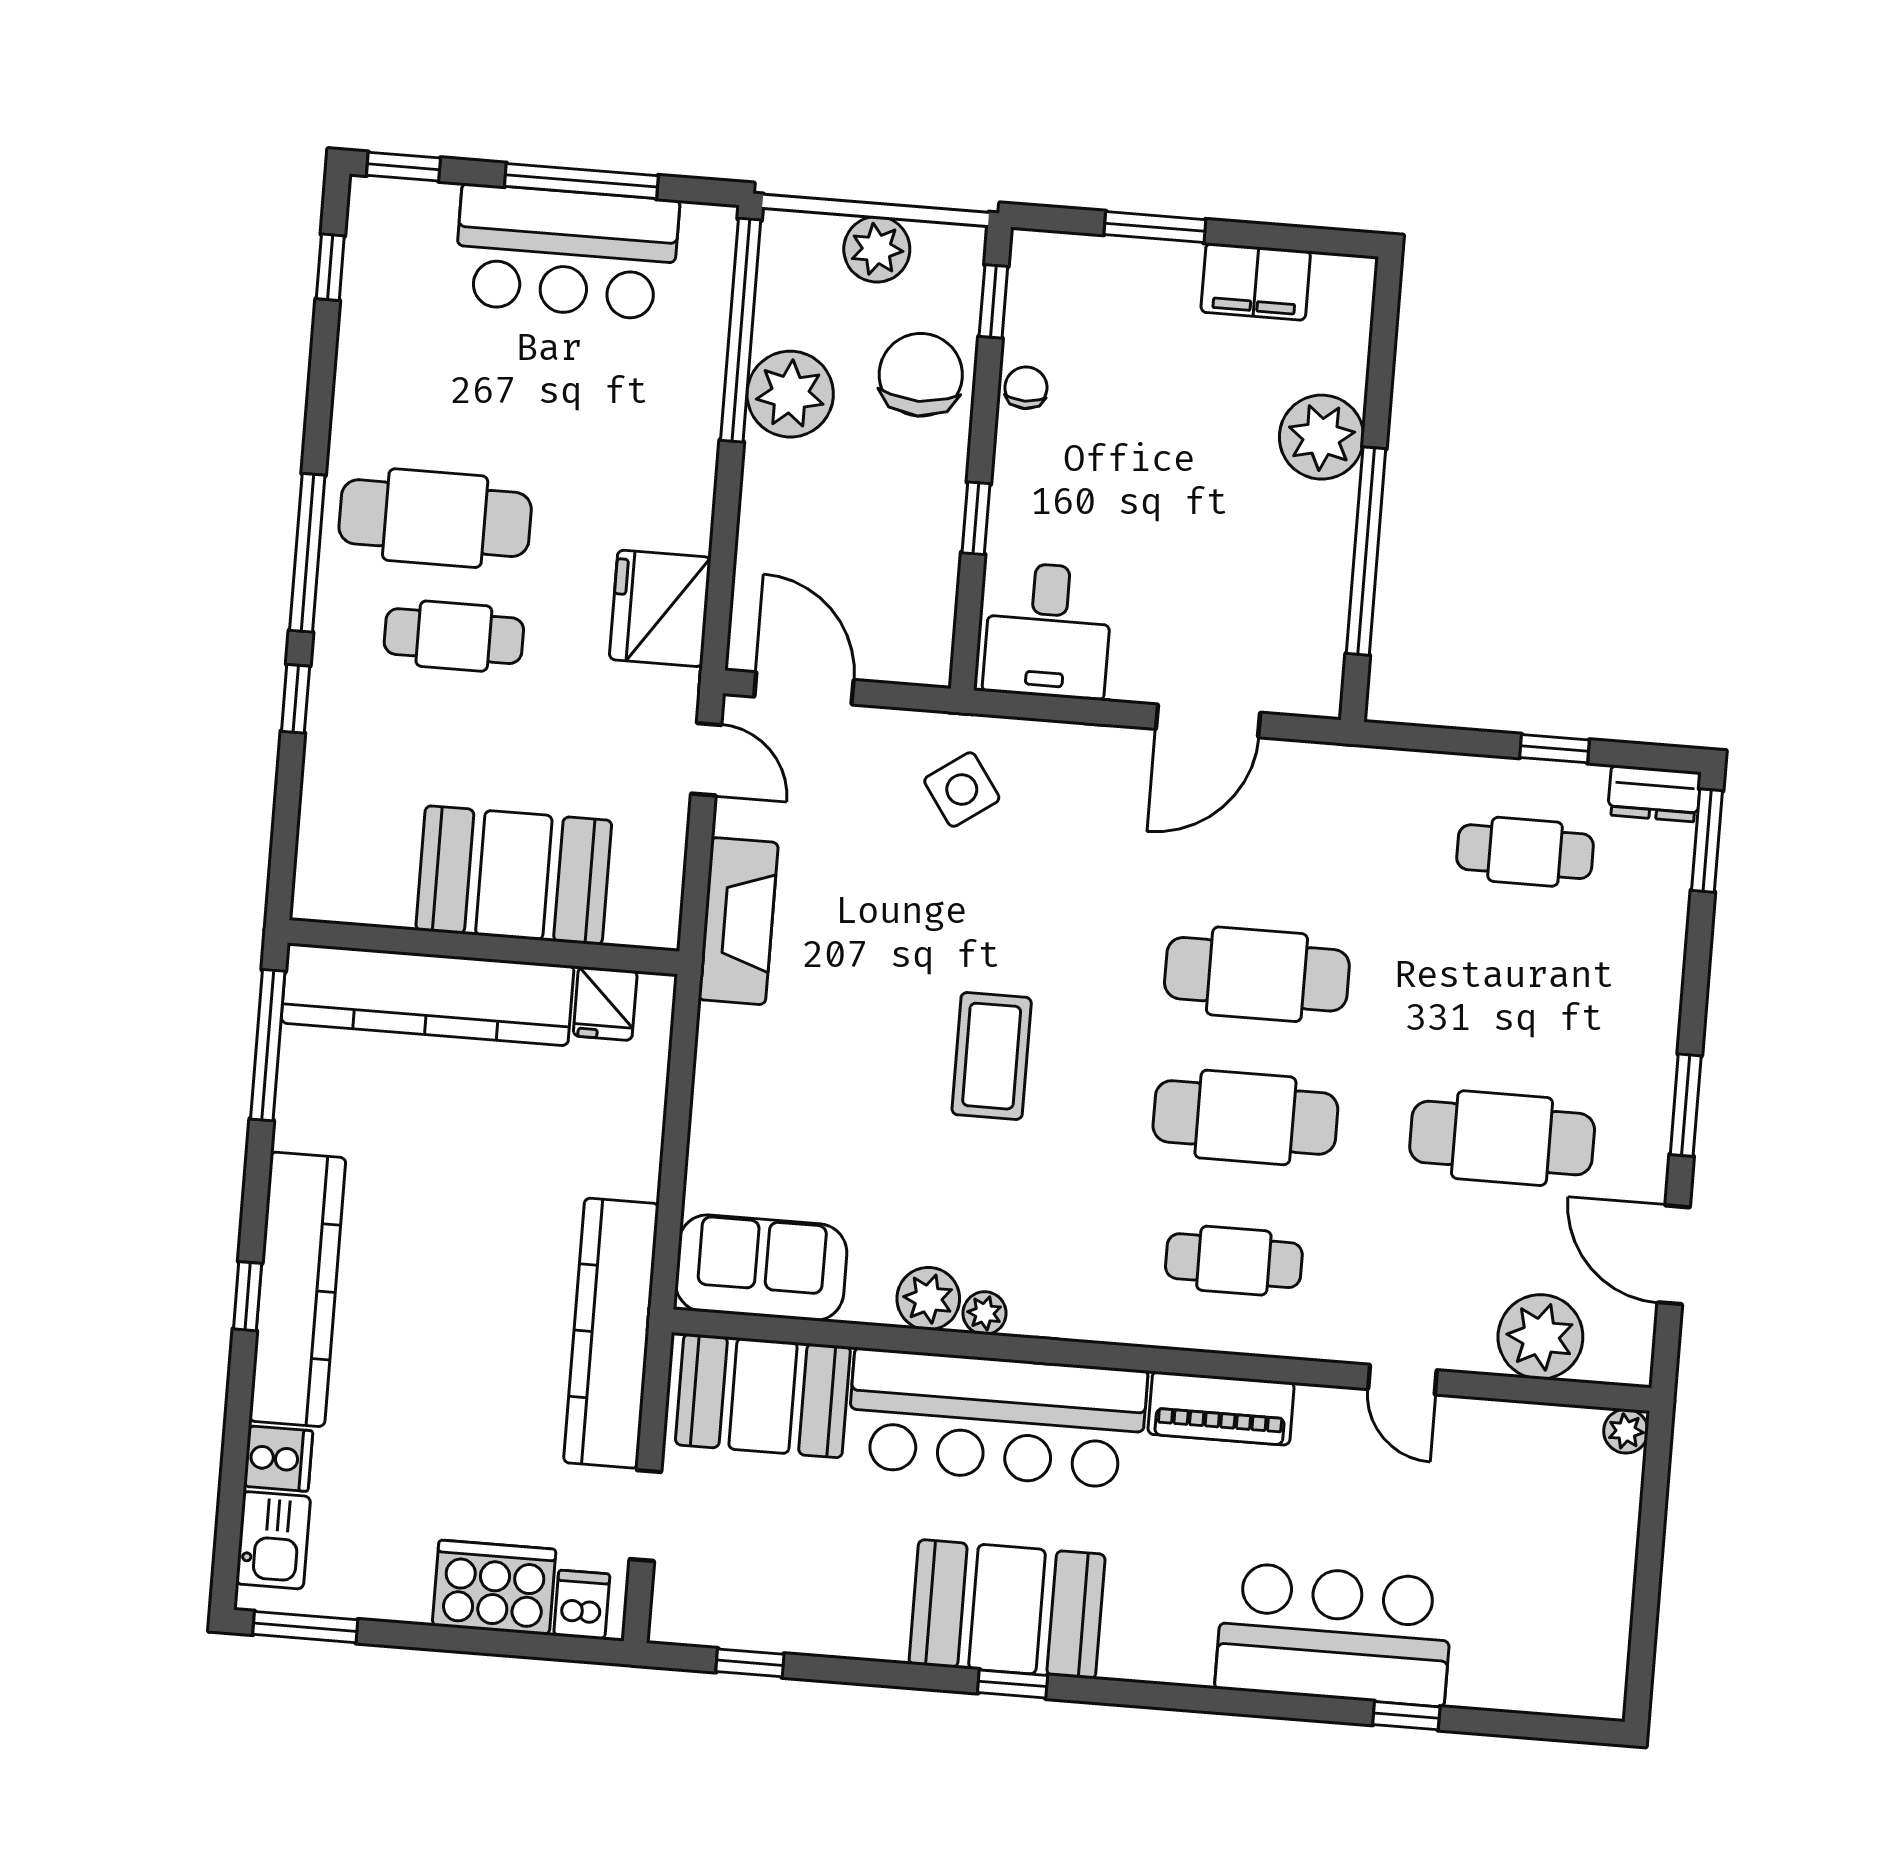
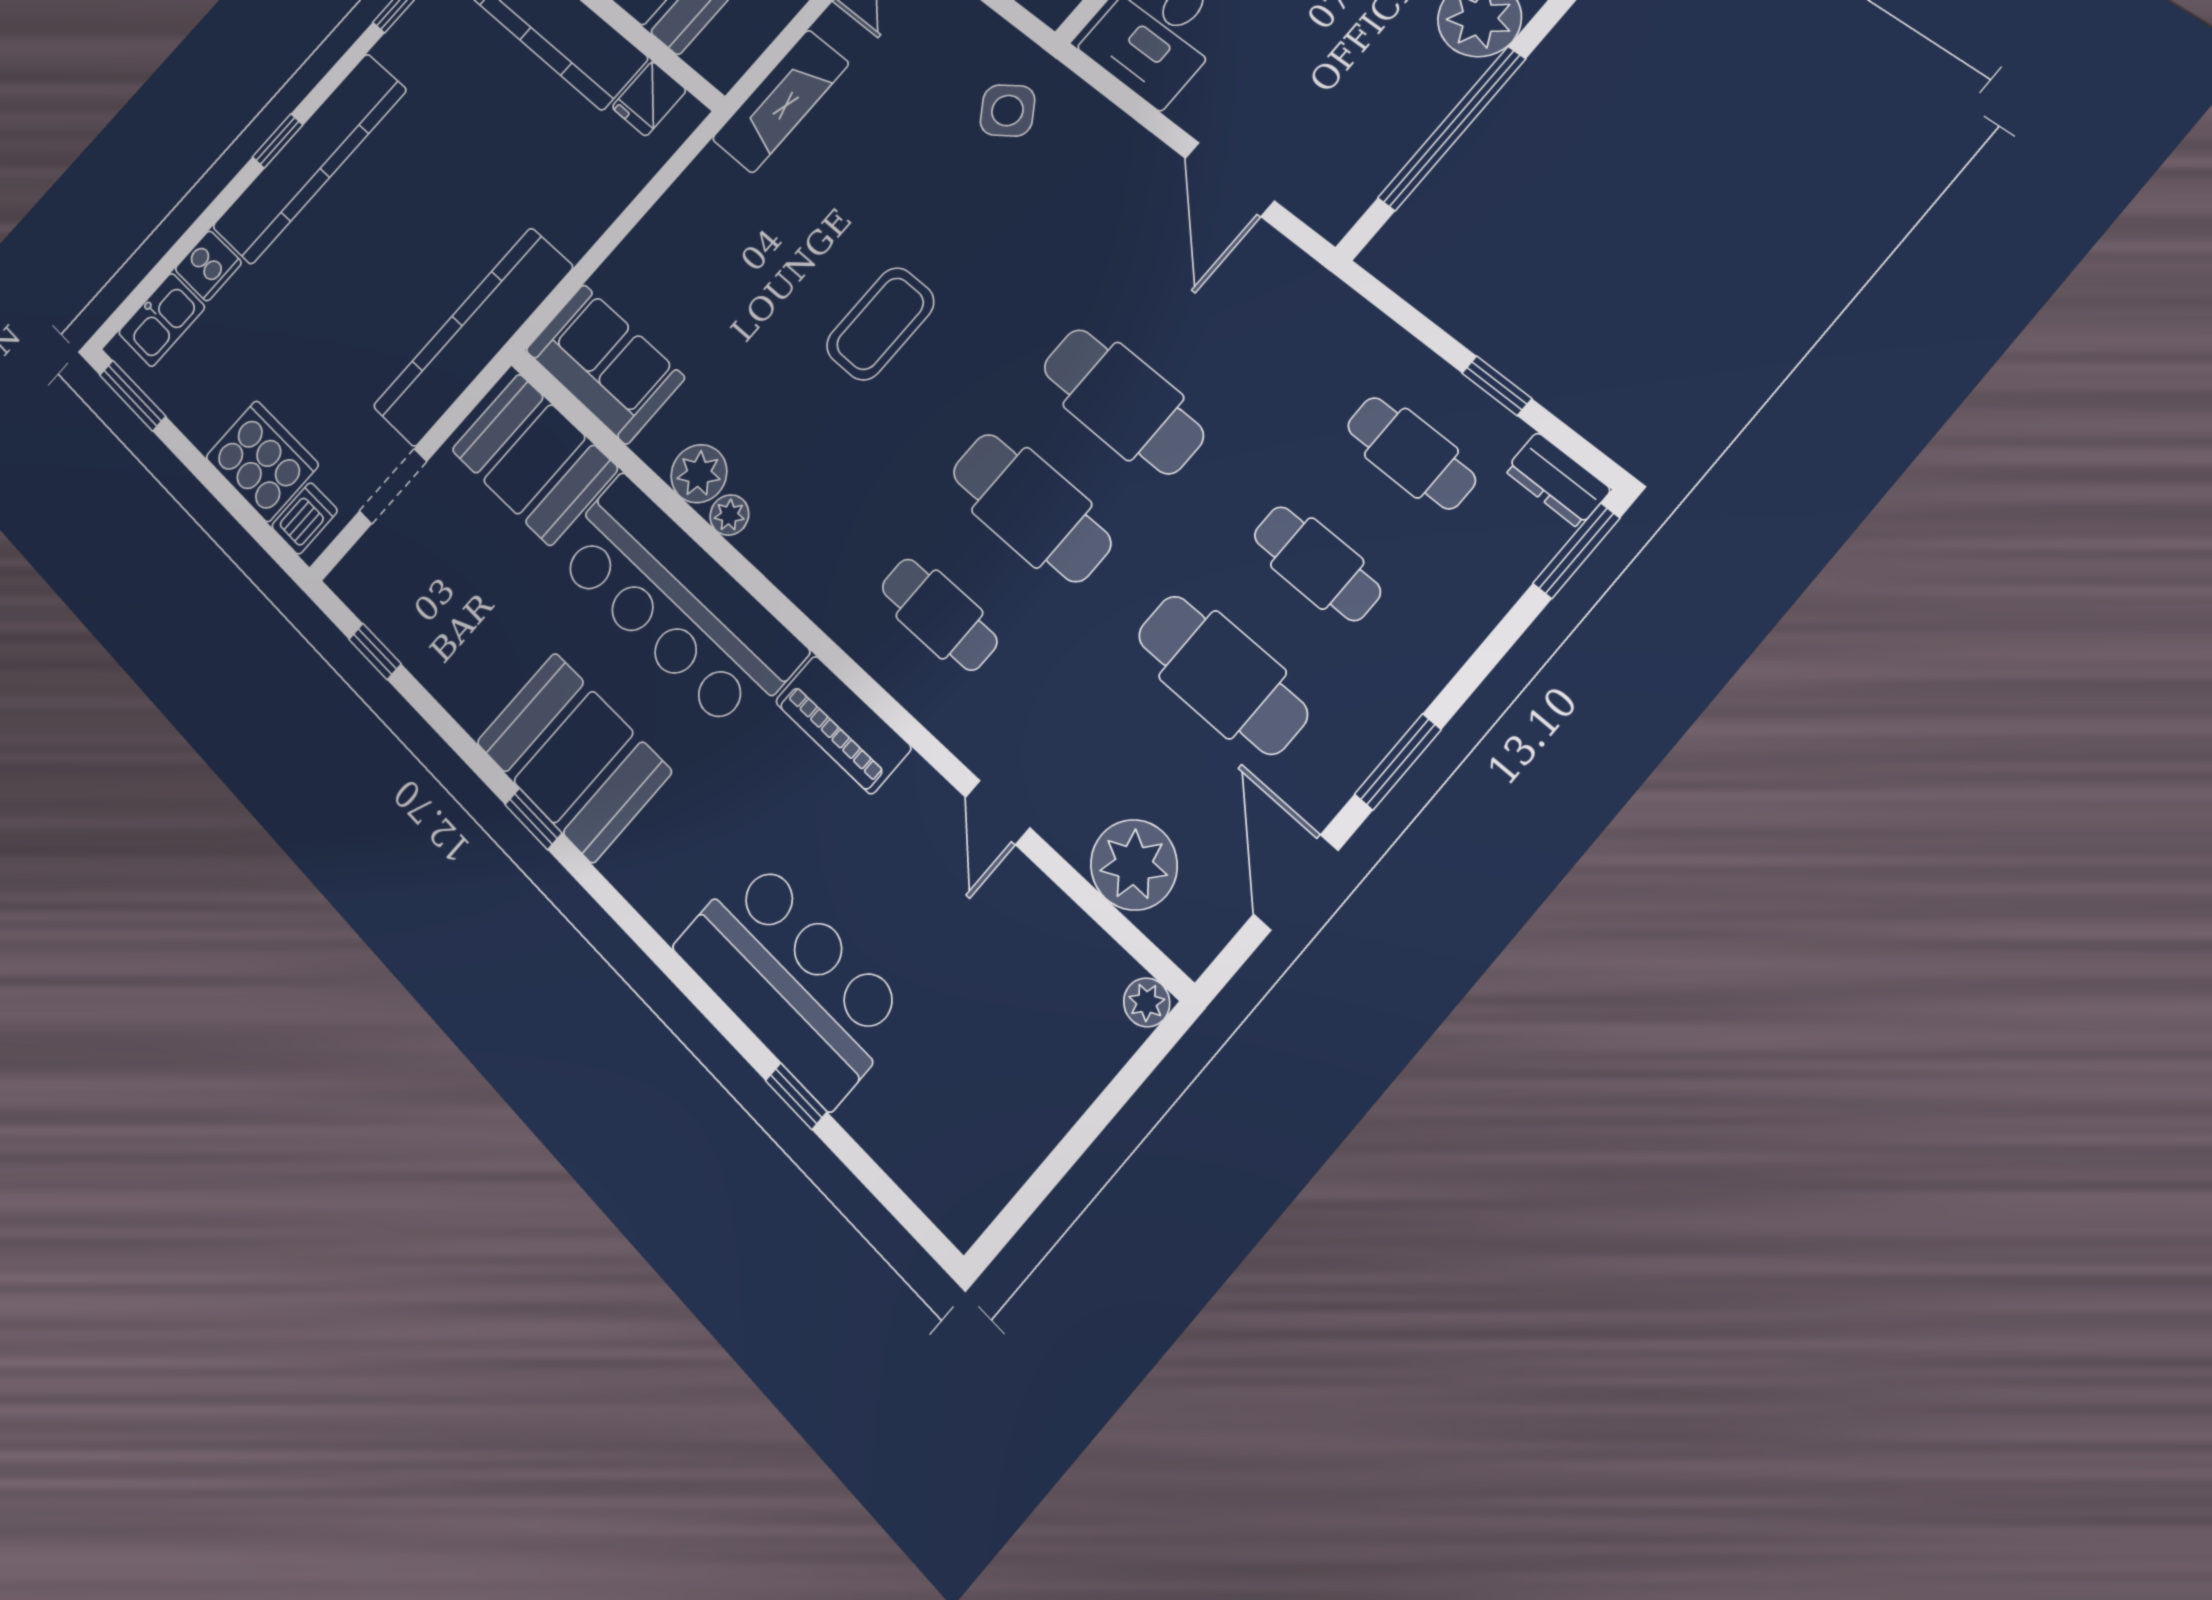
door: (1208, 721) -> (1230, 179), hinge flipped
cafe table: (1514, 995) -> (1317, 563), added

